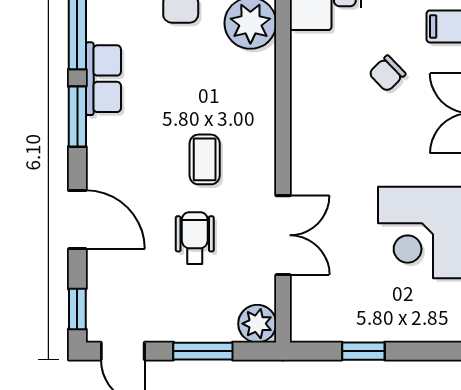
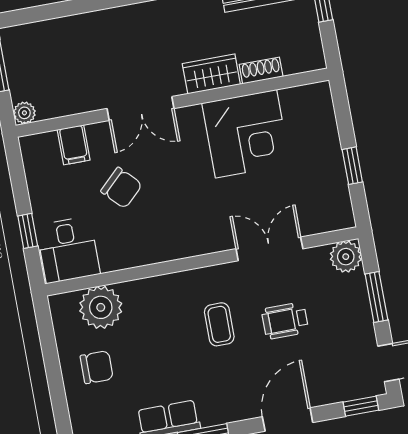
chair: (387, 74) -> (121, 188), width x1.37, depth x1.37
coffee table: (205, 159) -> (219, 324), turned 90

